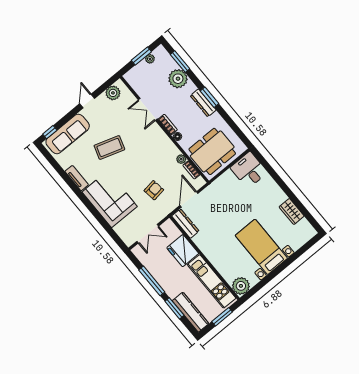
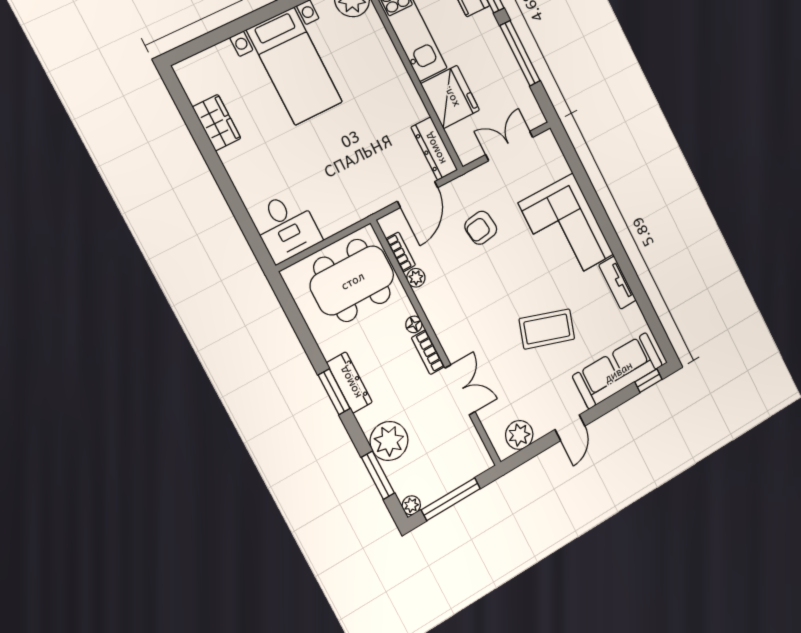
window: (141, 56) -> (451, 499), width x1.44
plant: (150, 59) -> (411, 505), moved

